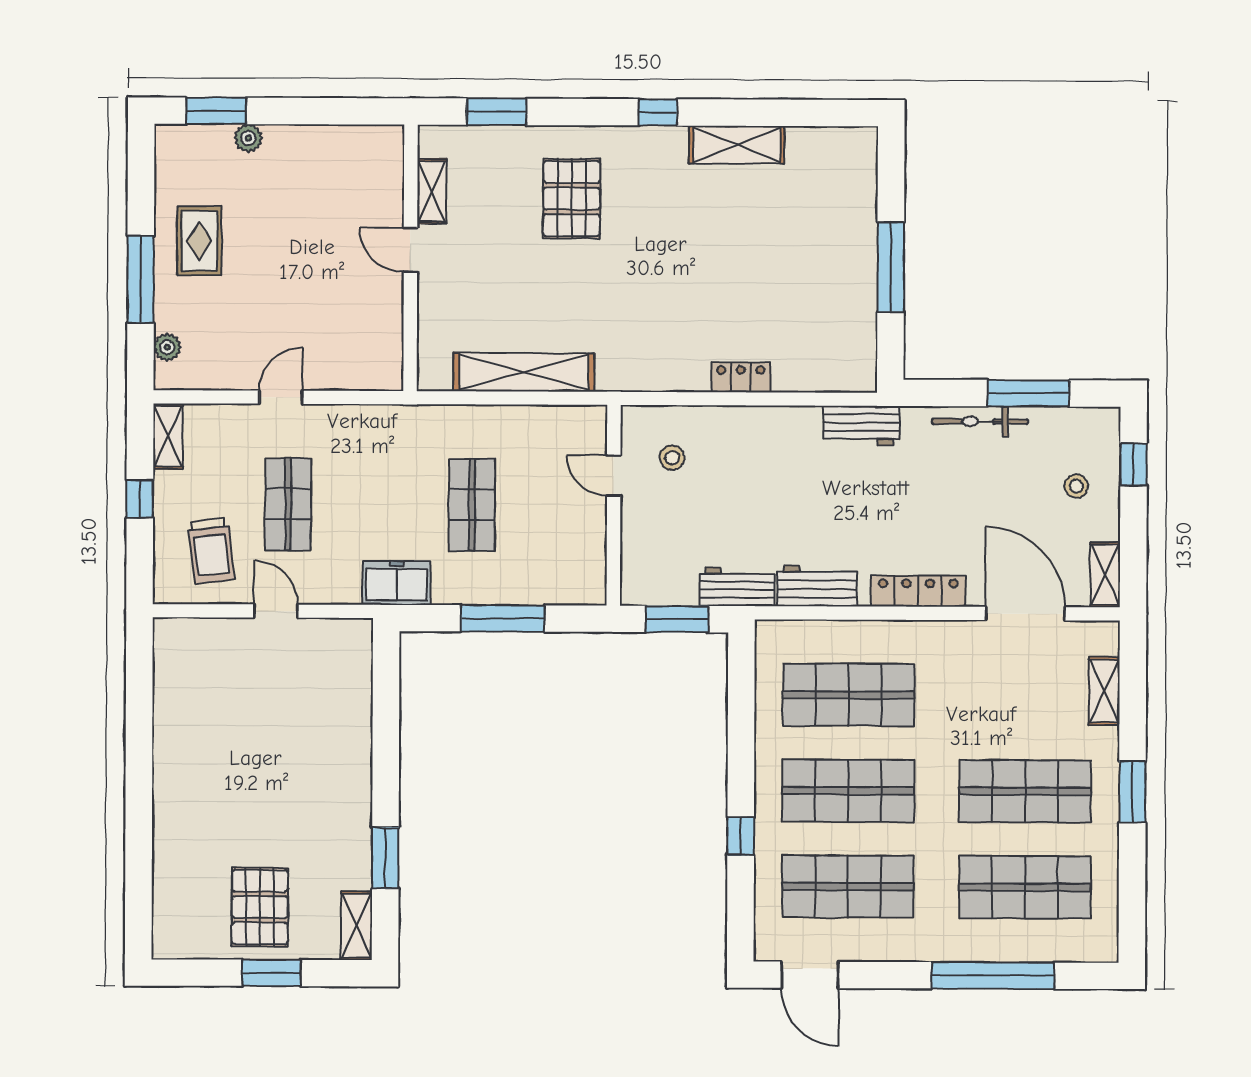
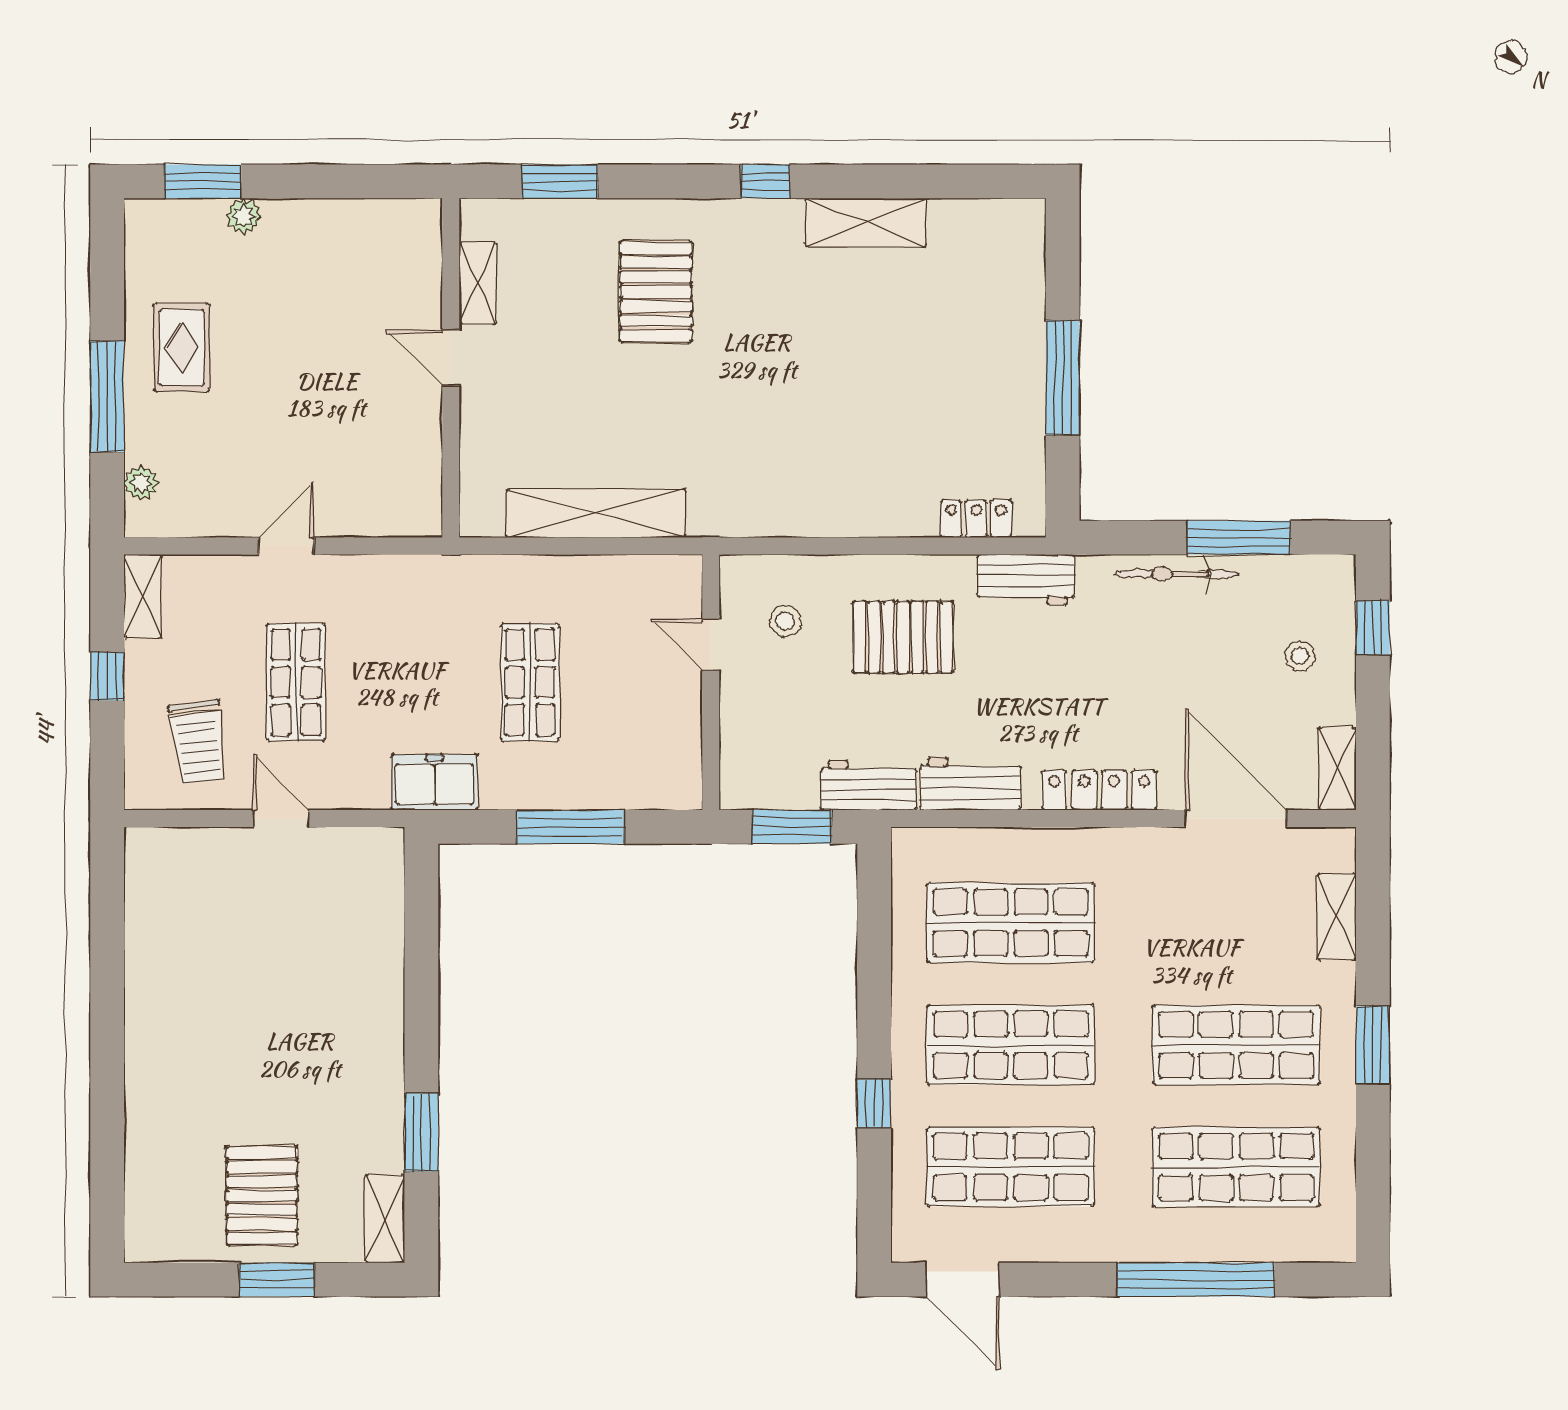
locker: (741, 377) -> (976, 519), moved
pallet: (765, 470) -> (903, 637), added

